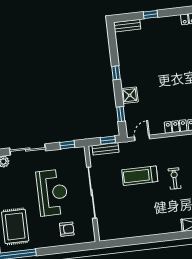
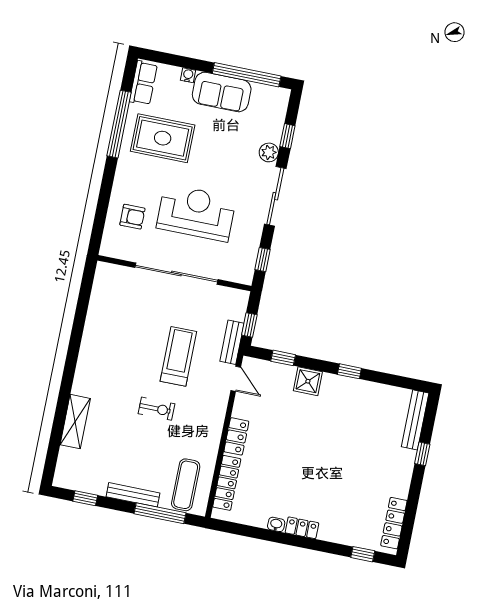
bench: (127, 26) -> (415, 420), width x1.36
bench: (105, 149) -> (232, 342), moved
reception desk: (52, 193) -> (196, 213), turned 180
armchair: (67, 229) -> (132, 217), turned -90

